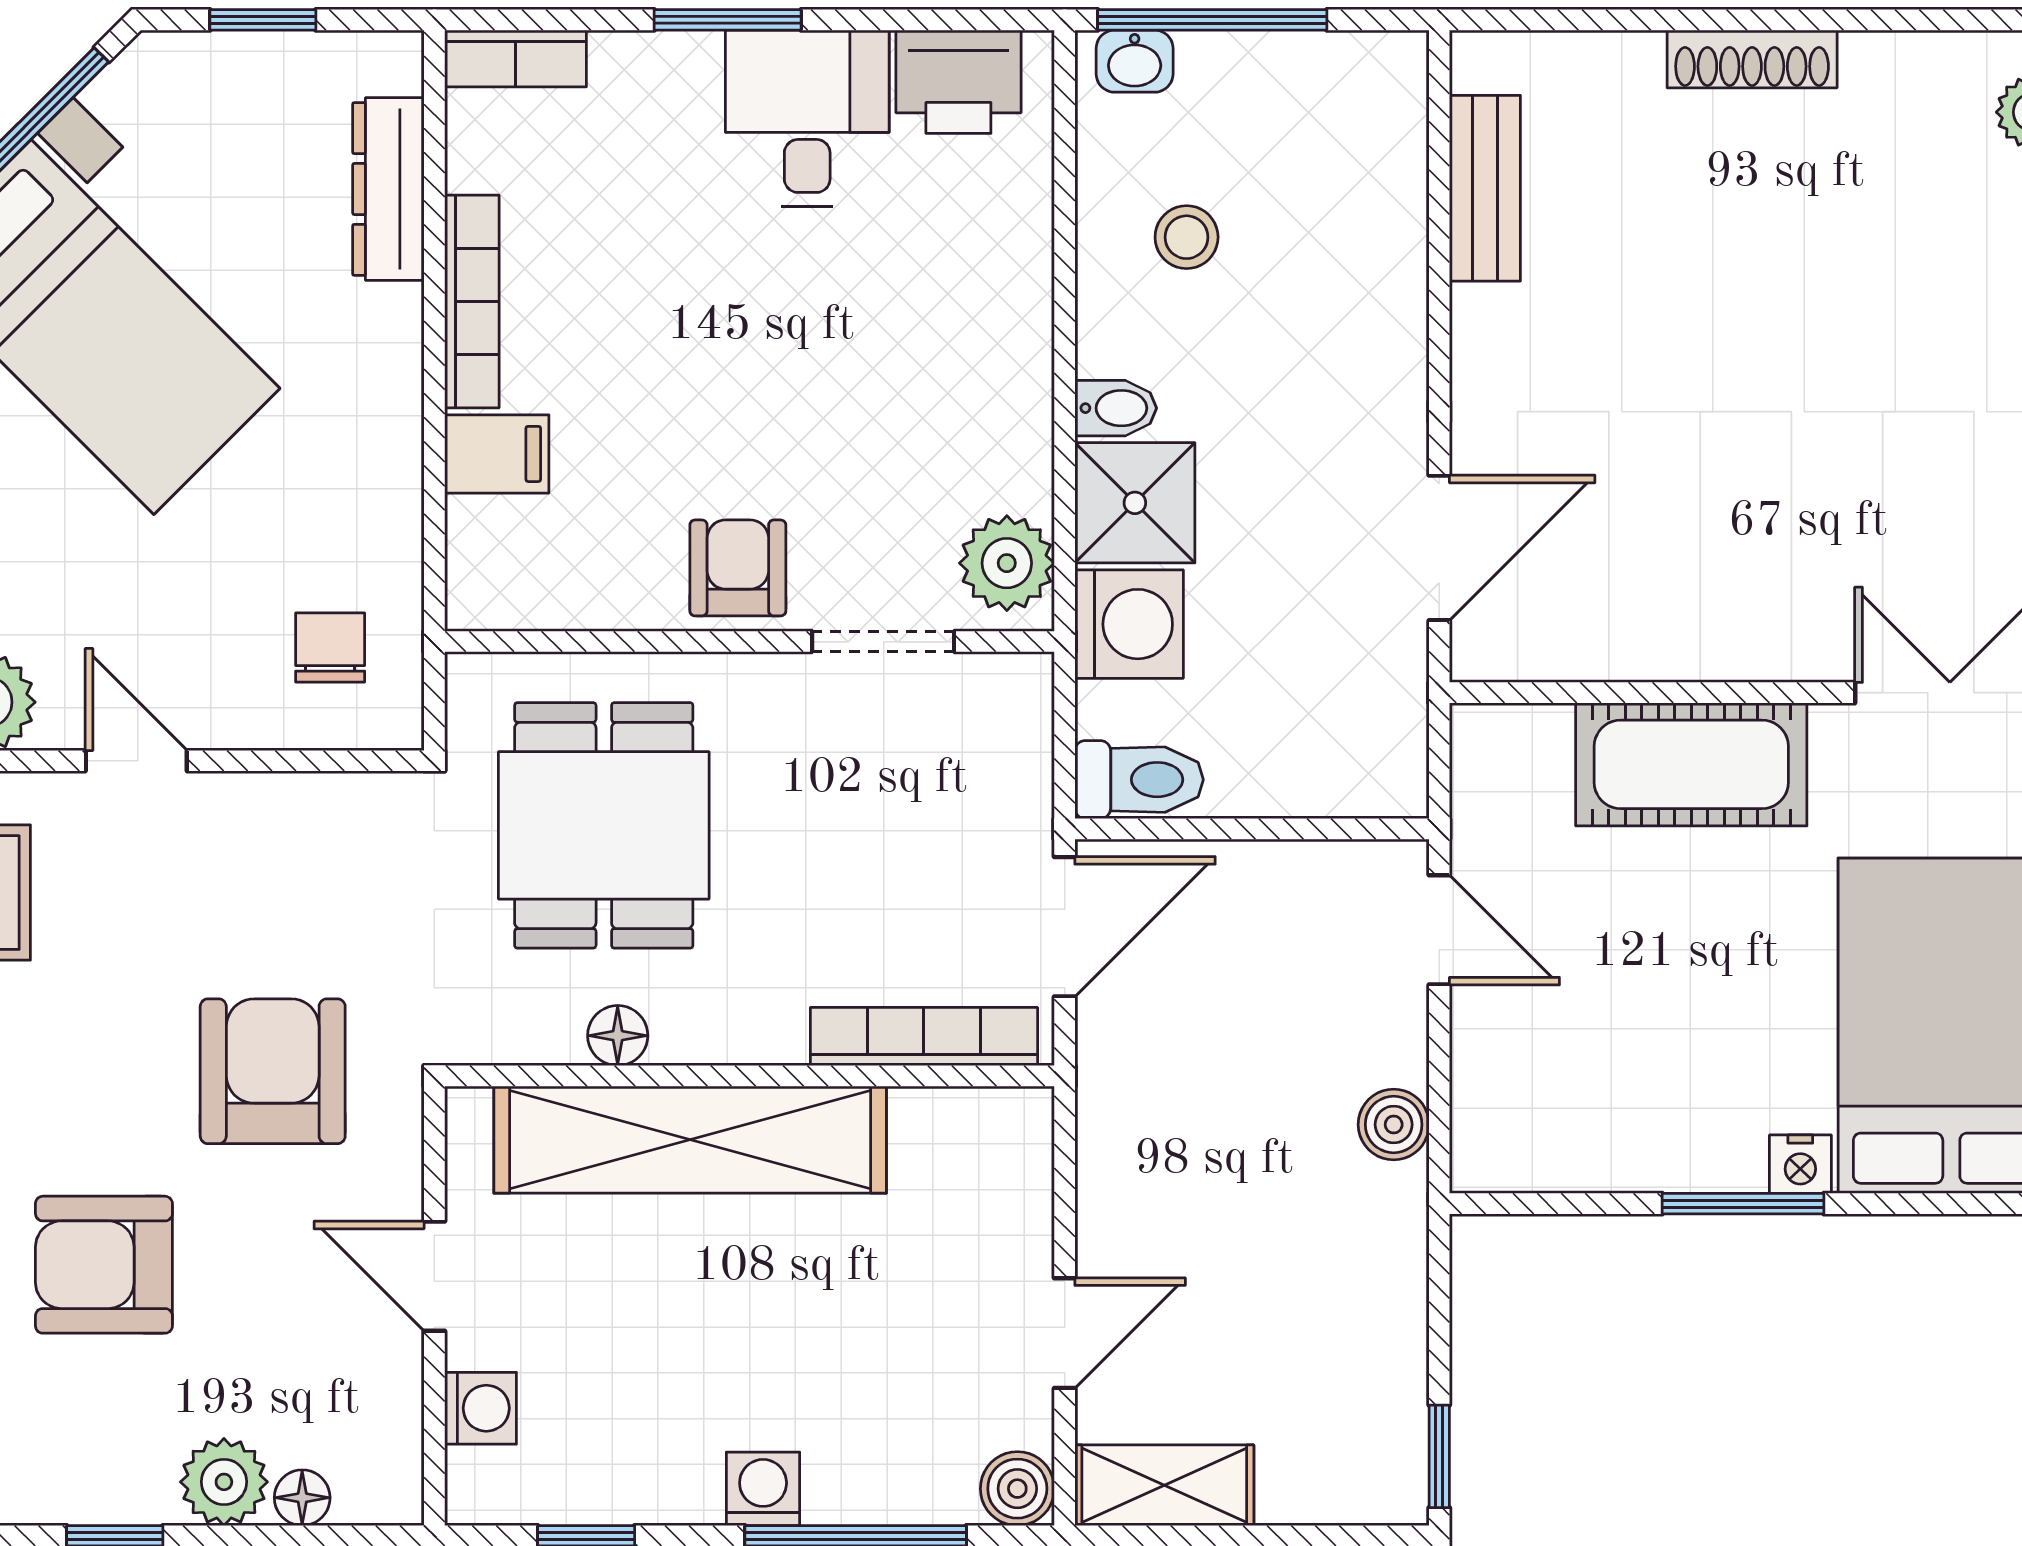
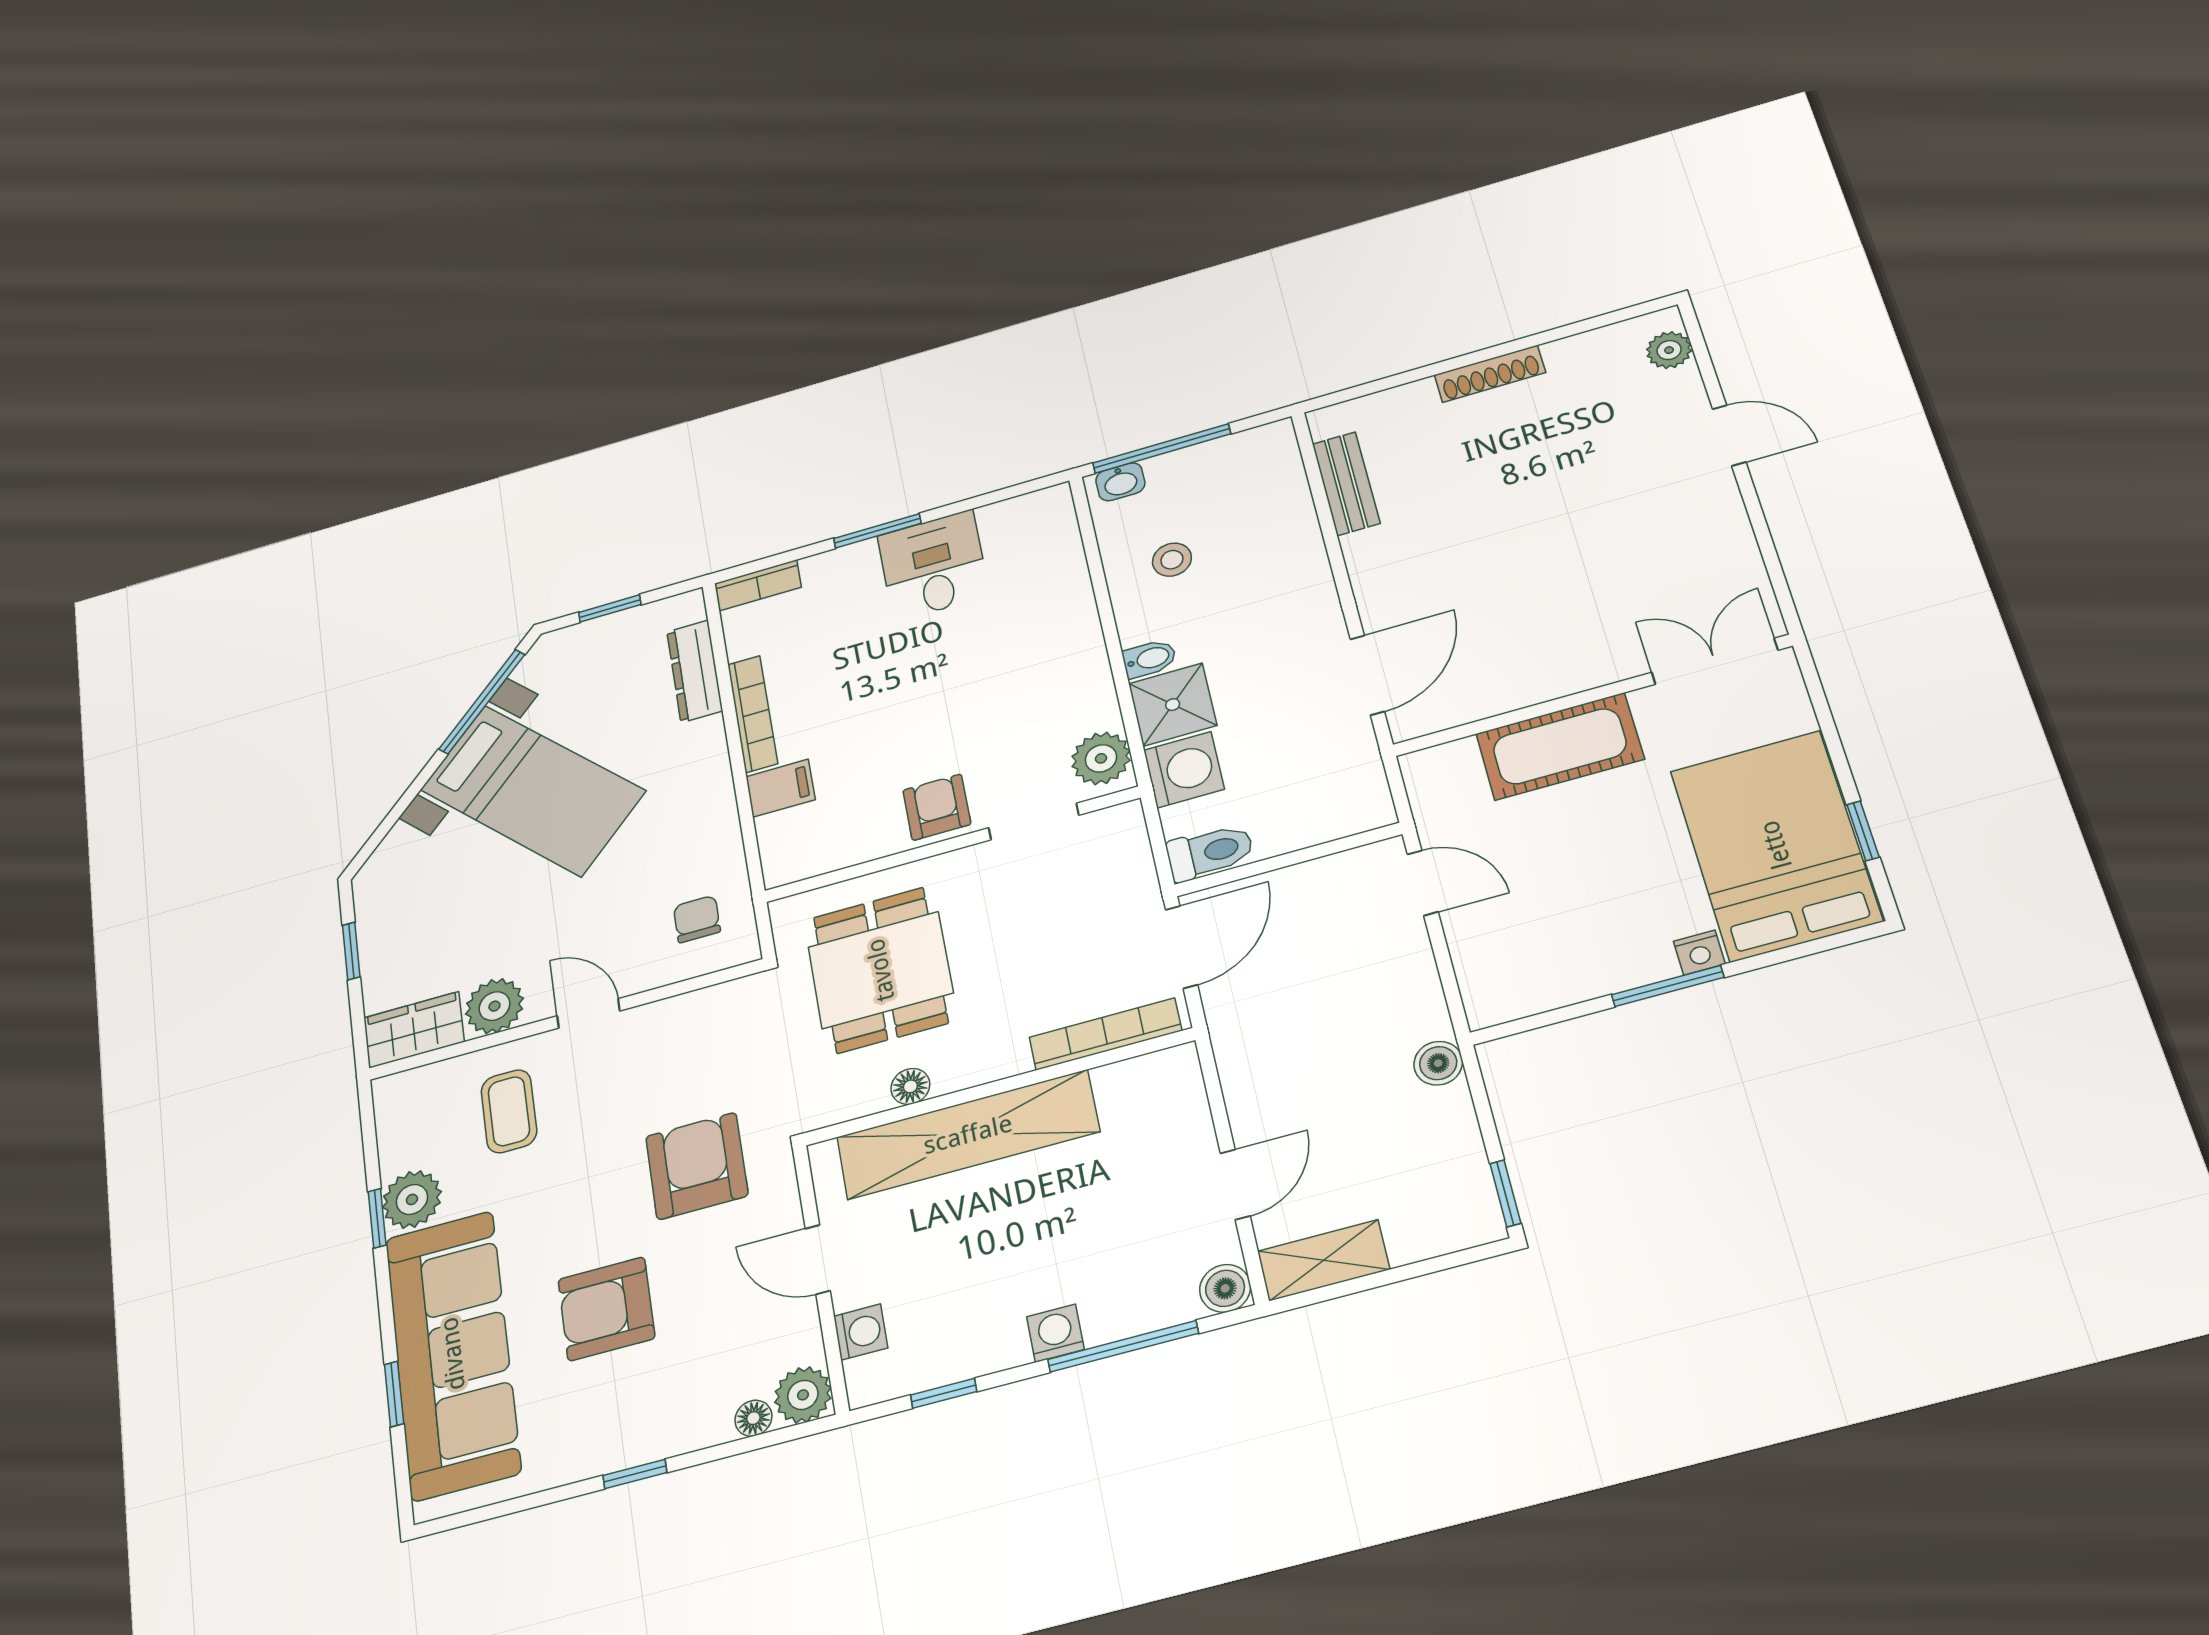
printer: (958, 82) -> (1019, 522), removed
boiler: (1394, 1125) -> (1438, 1063), moved
plant: (224, 1482) -> (803, 1395), moved

